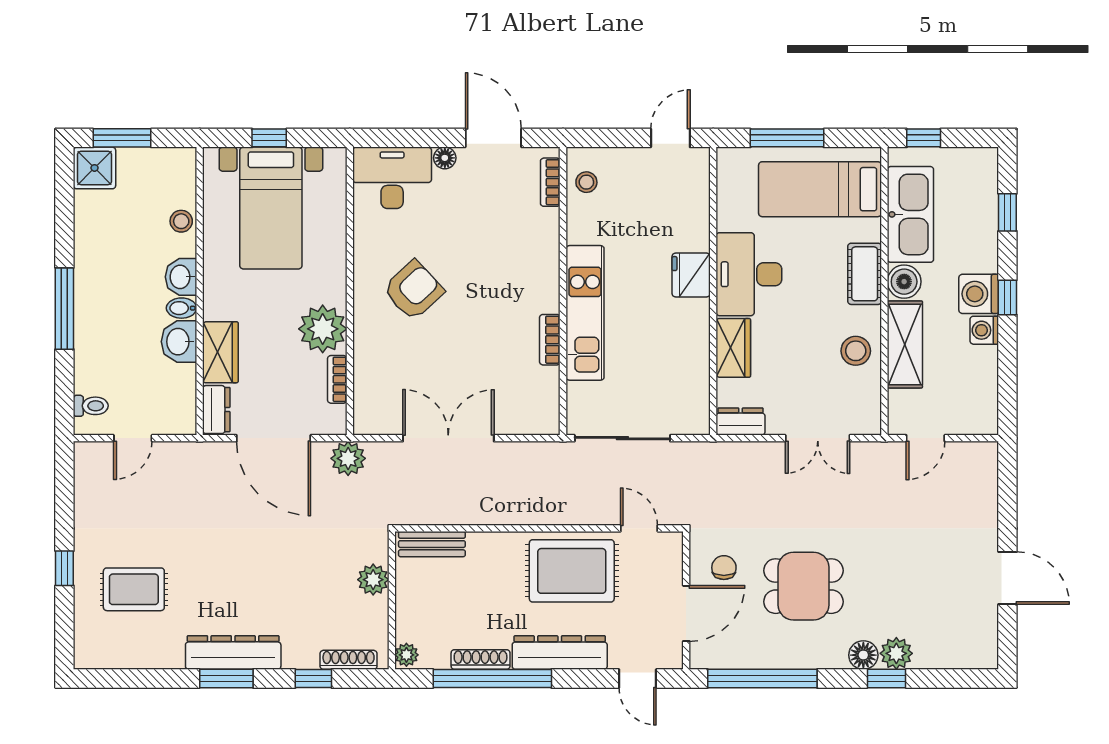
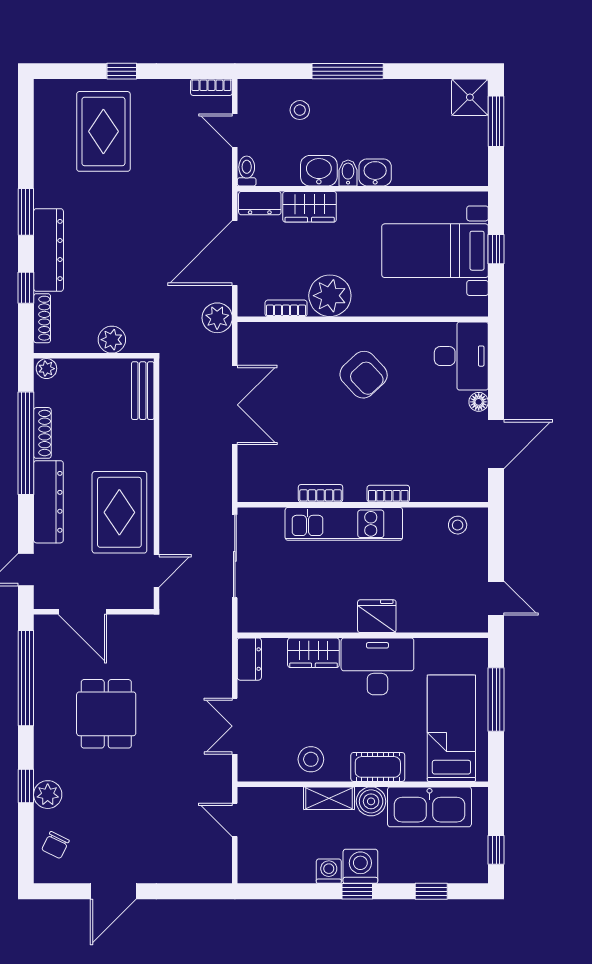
window: (924, 138) -> (496, 850), moved
bookcase: (550, 182) -> (388, 494), moved
stool: (181, 221) -> (300, 110), moved
shelving: (905, 344) -> (329, 798), width x0.67, depth x0.75
toilet: (91, 406) -> (247, 171), moved, turned 180
bookcase: (83, 465) -> (211, 87), added
chair: (724, 568) -> (55, 845), moved, turned 116
rug: (134, 589) -> (103, 131), width x1.36, depth x1.43
dresser: (233, 652) -> (48, 250), moved
floor lamp: (863, 655) -> (46, 766), removed

